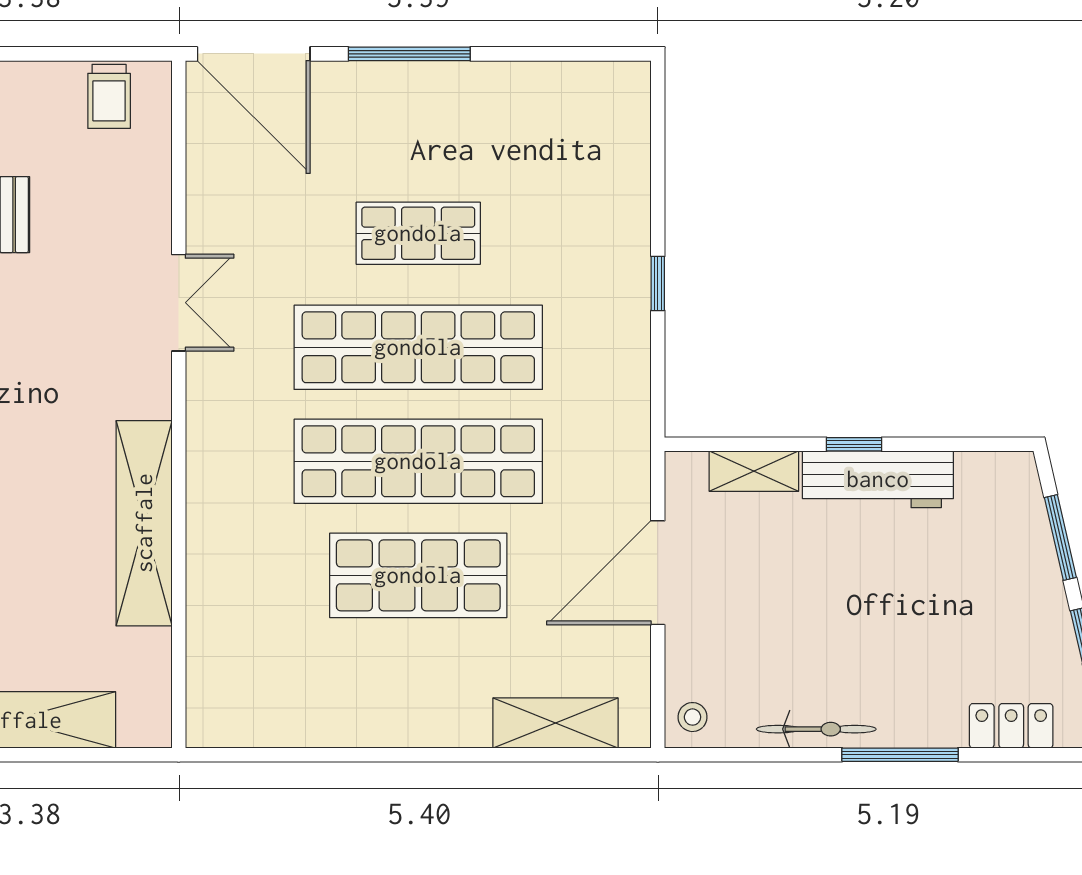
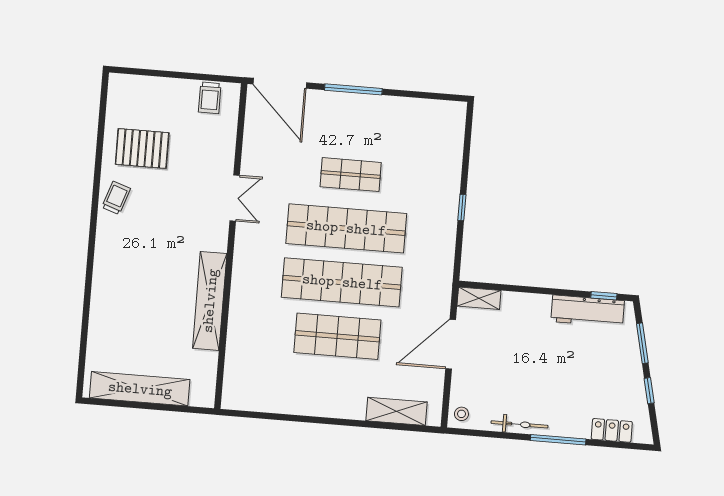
window: (854, 444) -> (604, 296), moved
shelving: (754, 471) -> (479, 298), moved
workbench: (878, 479) -> (588, 311), moved

